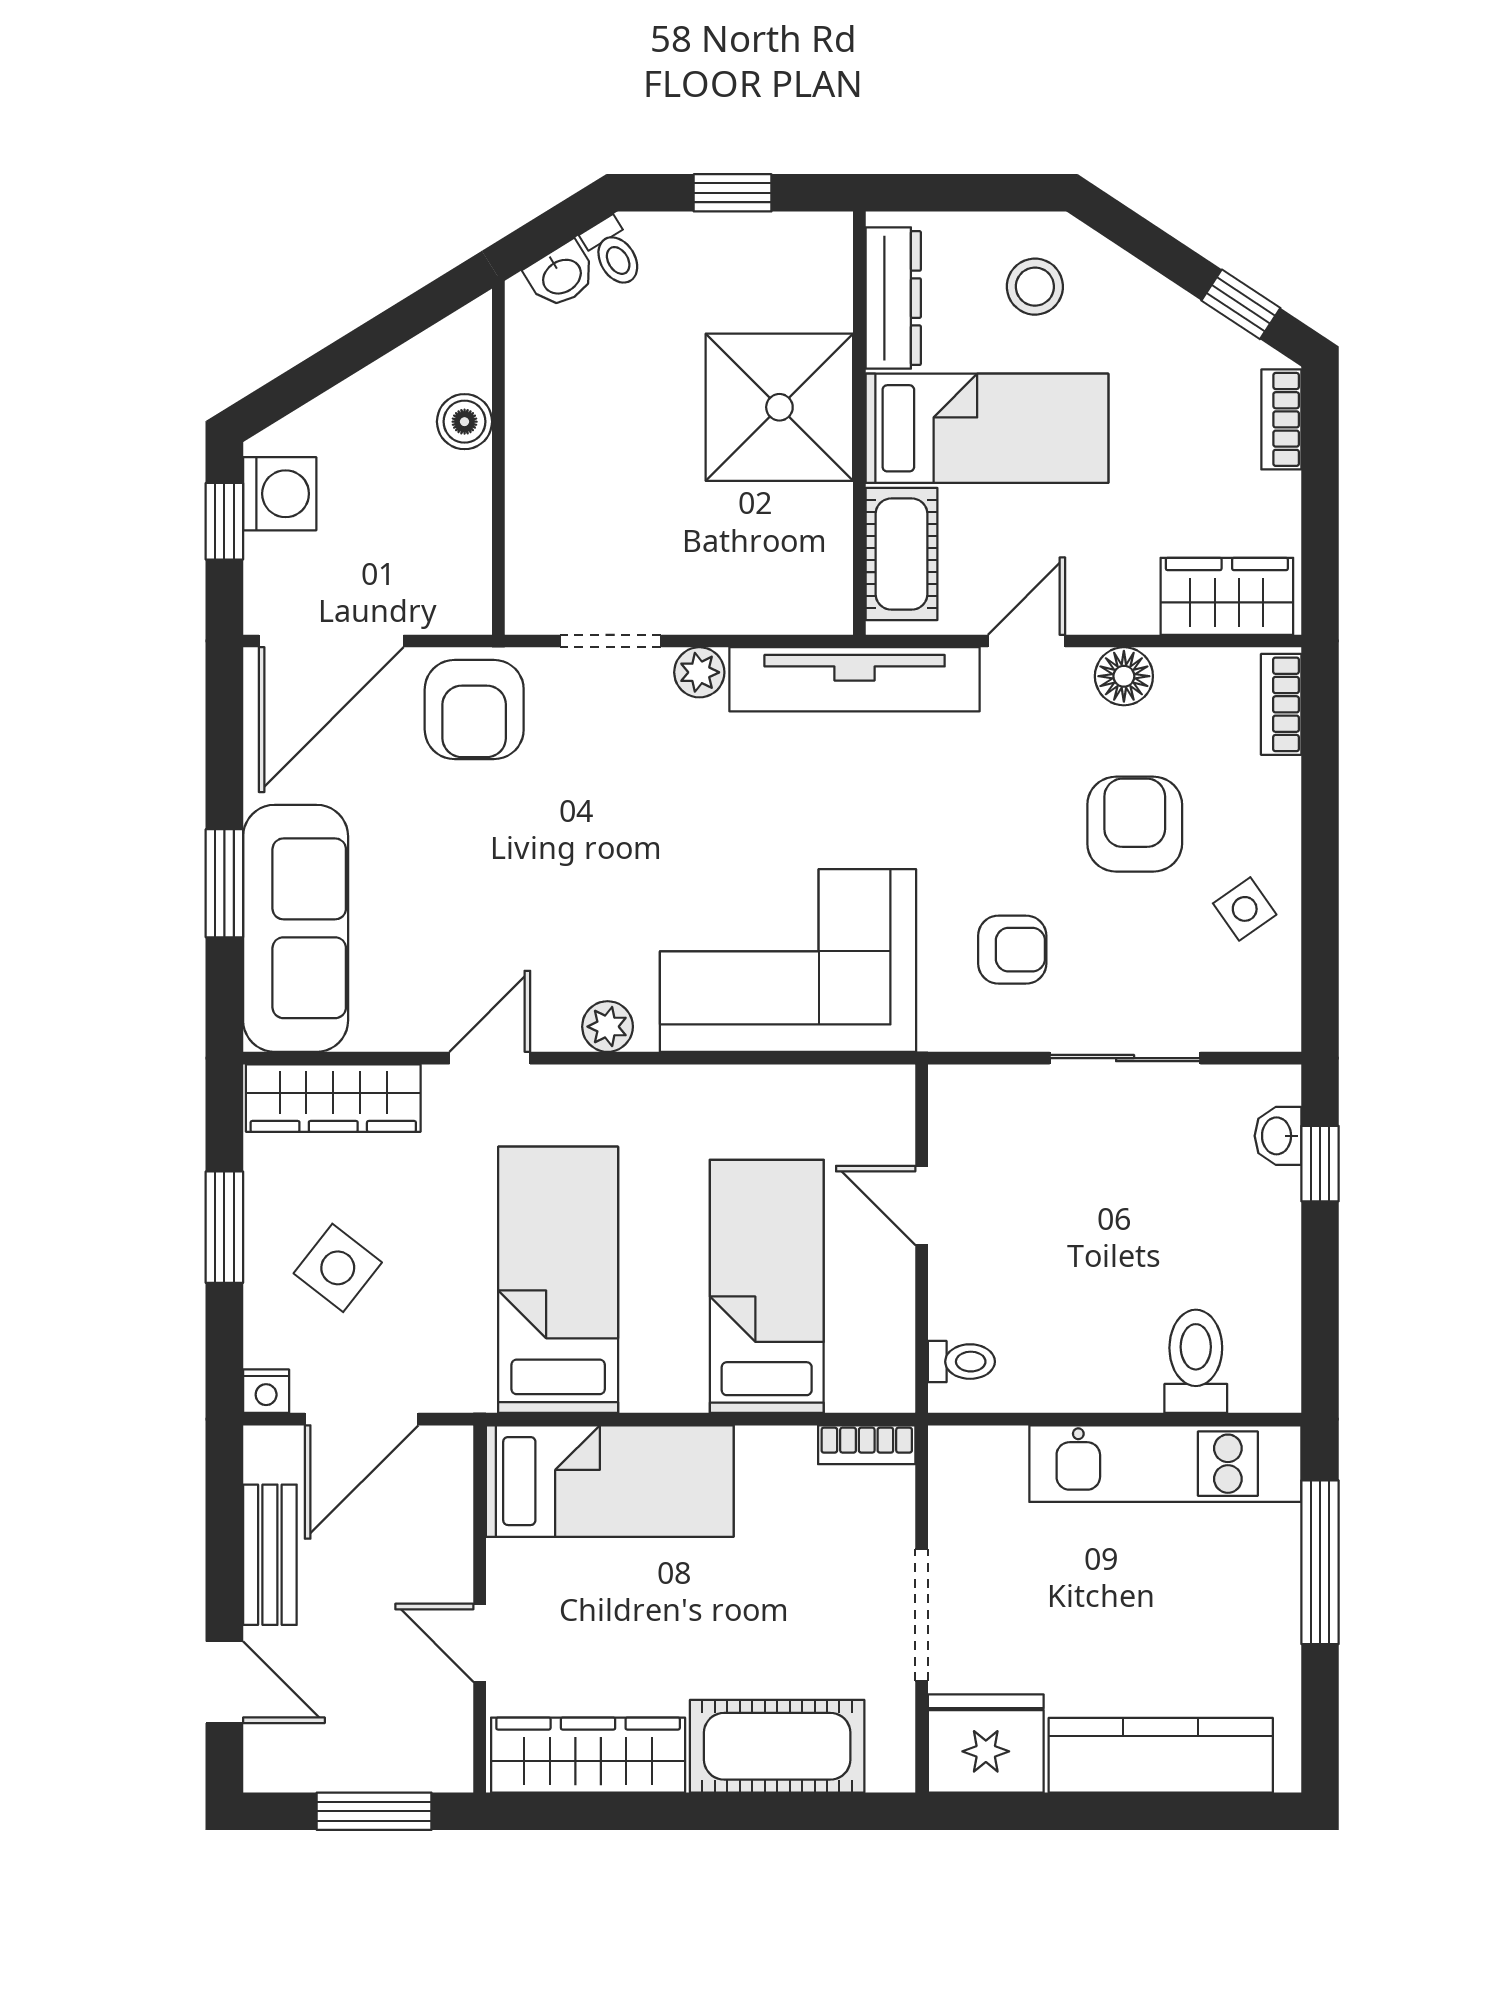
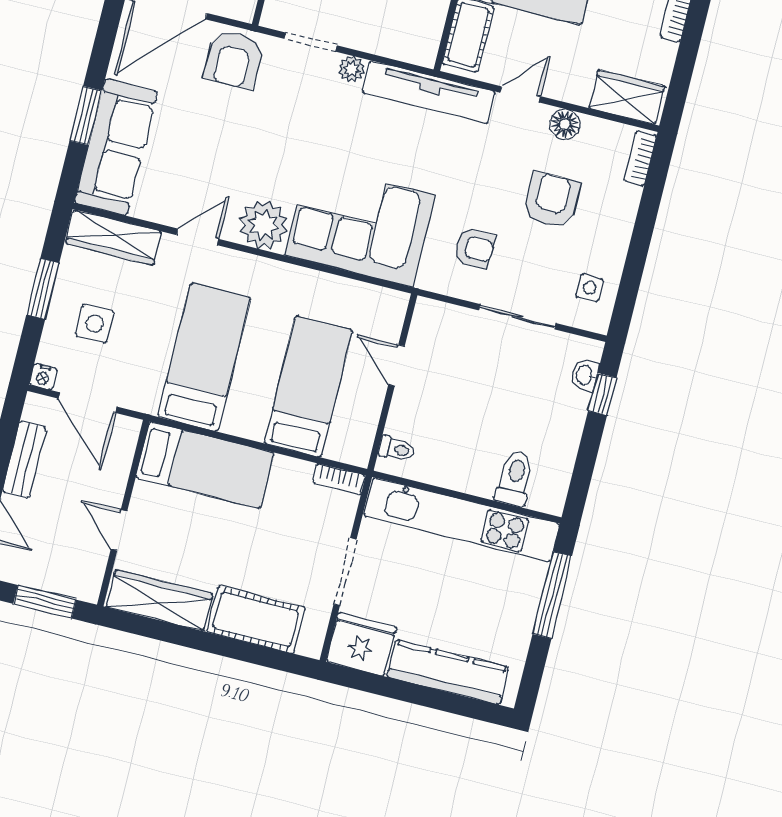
side table: (1245, 909) -> (590, 288), moved, turned 35
plant: (608, 1027) -> (264, 225), width x1.87, depth x1.87
side table: (338, 1268) -> (95, 324), turned -38
door: (362, 1419) -> (88, 403), hinge flipped
kitchen unit: (1165, 1464) -> (462, 520), width x1.36

